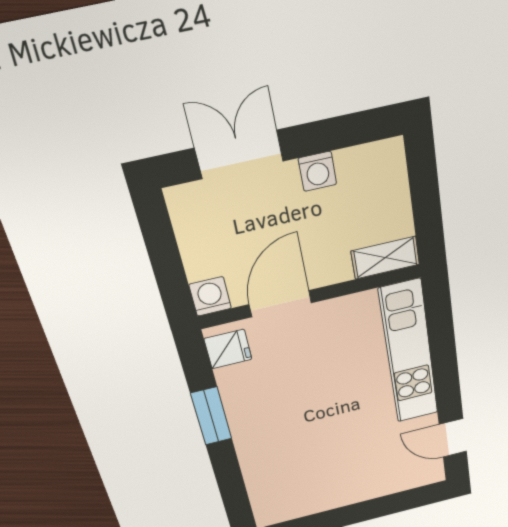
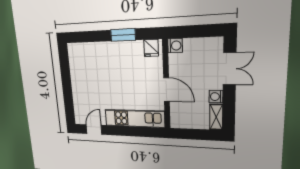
shelving: (385, 258) -> (216, 117), moved
door: (280, 304) -> (166, 90), moved

